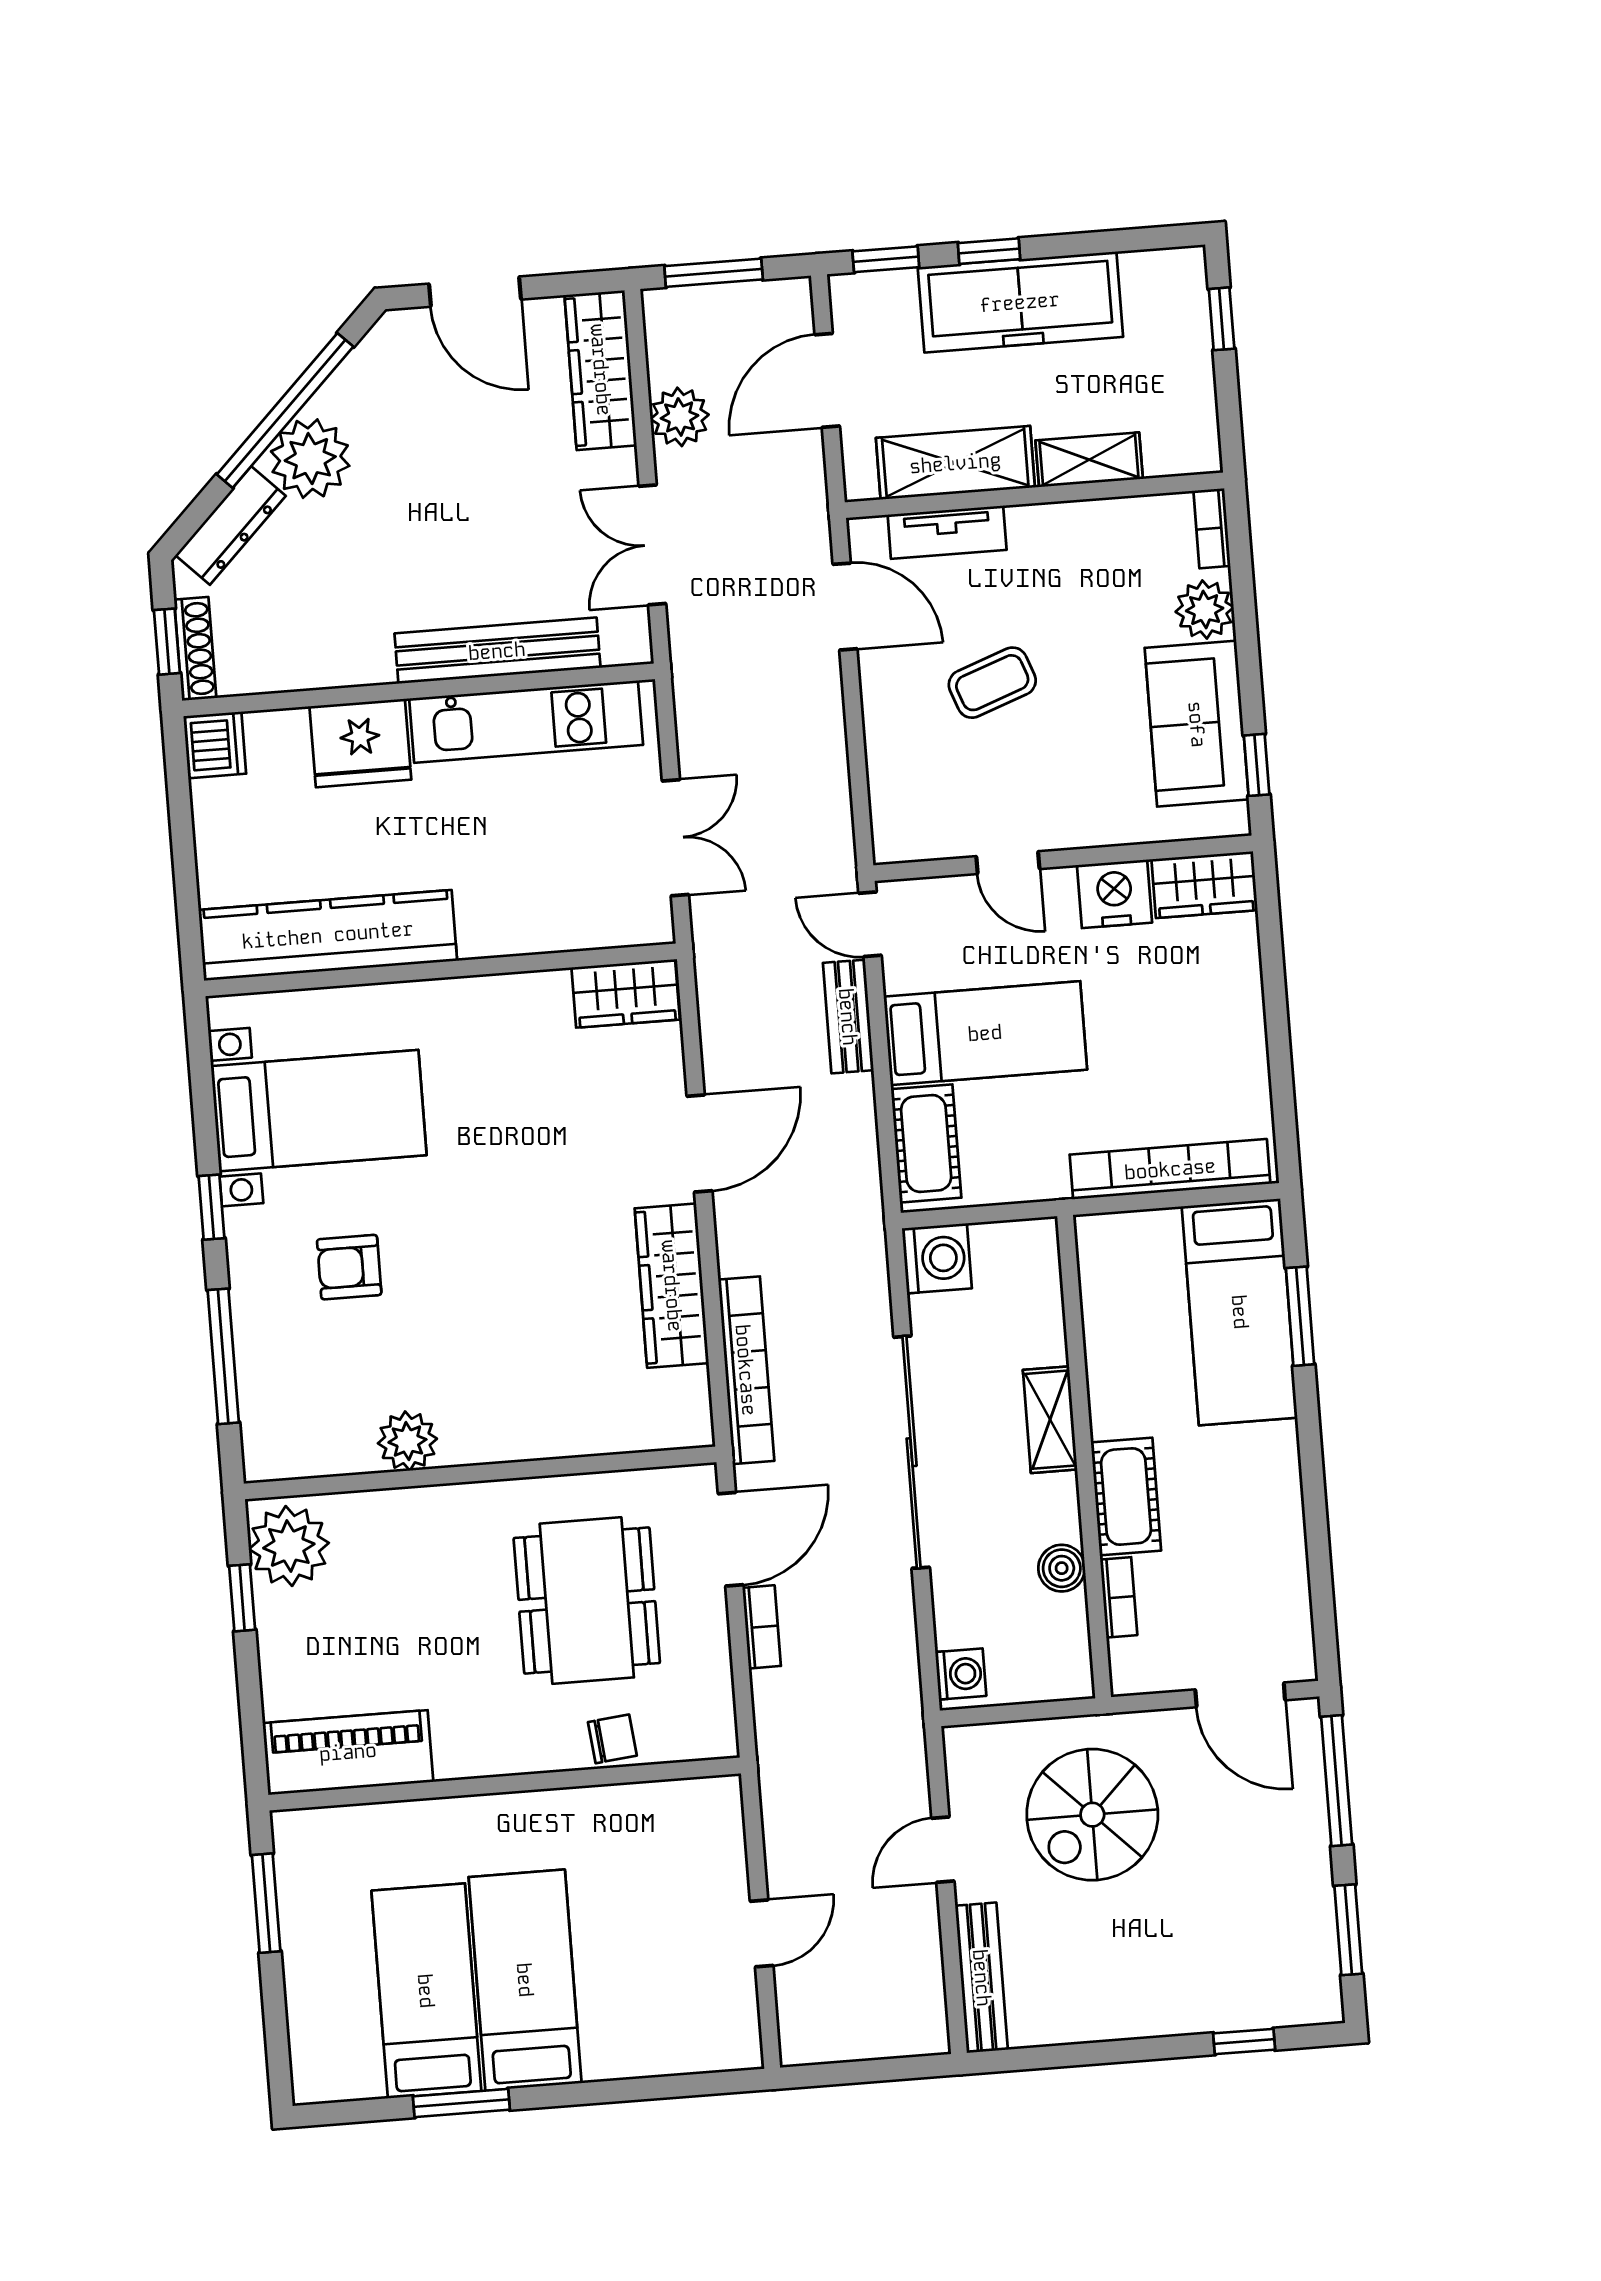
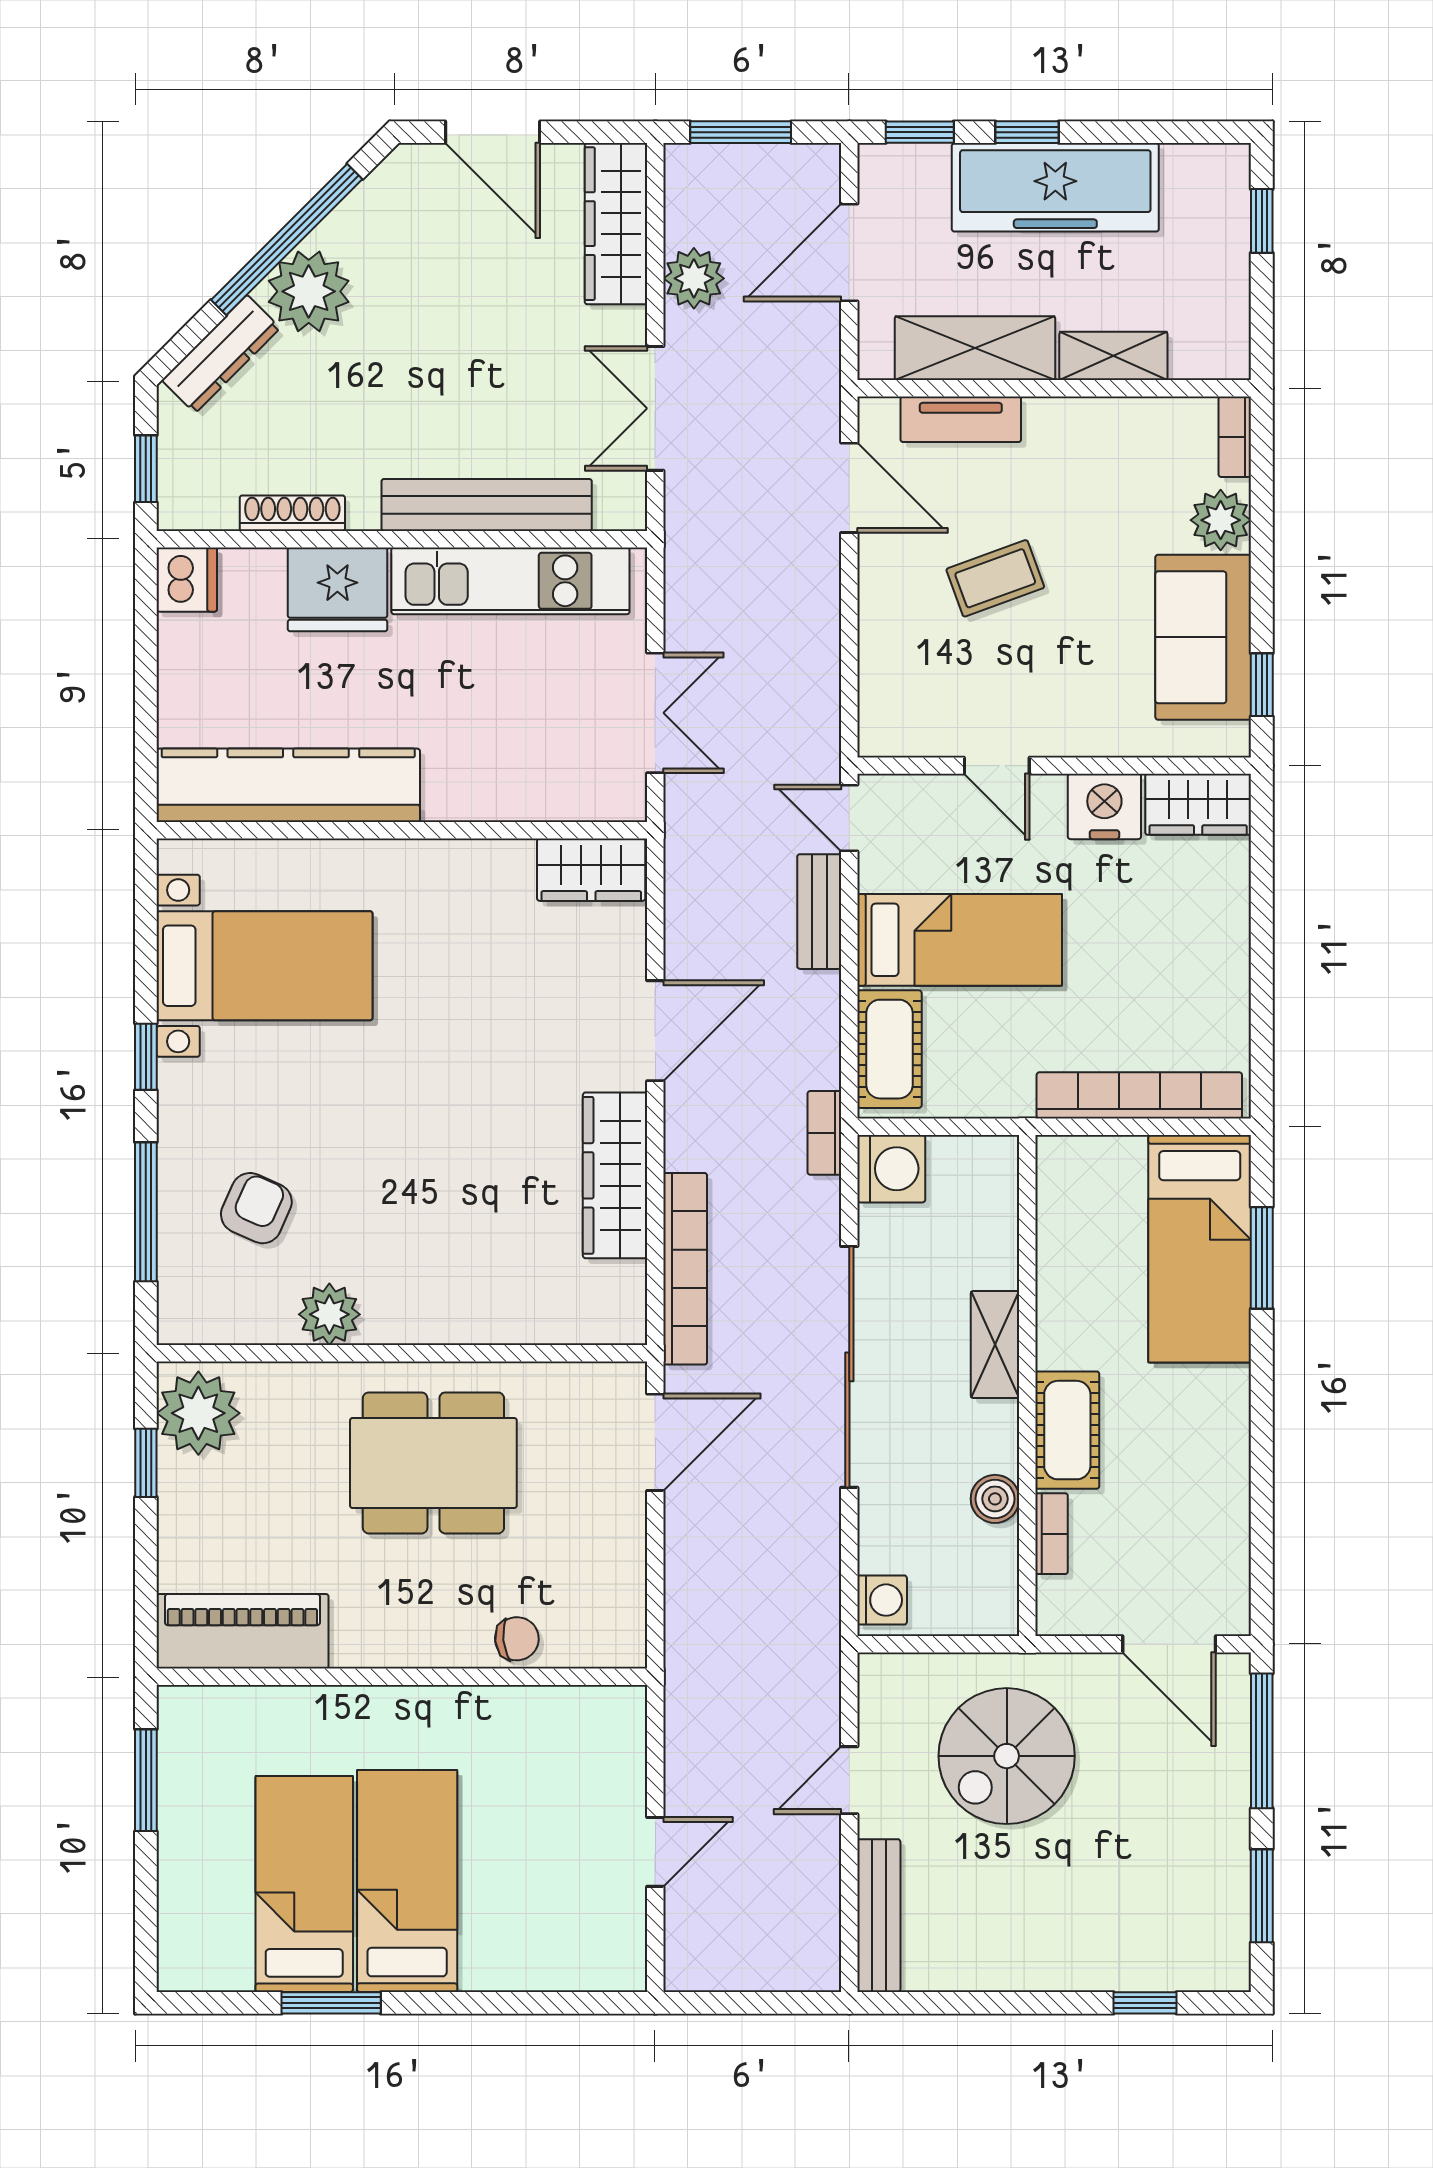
shoe rack: (195, 649) -> (292, 513), moved, turned -90
armchair: (349, 1267) -> (256, 1208), moved, turned 114
dining table: (587, 1601) -> (433, 1463), moved, turned 90
bookcase: (762, 1627) -> (824, 1133), moved, turned 180

